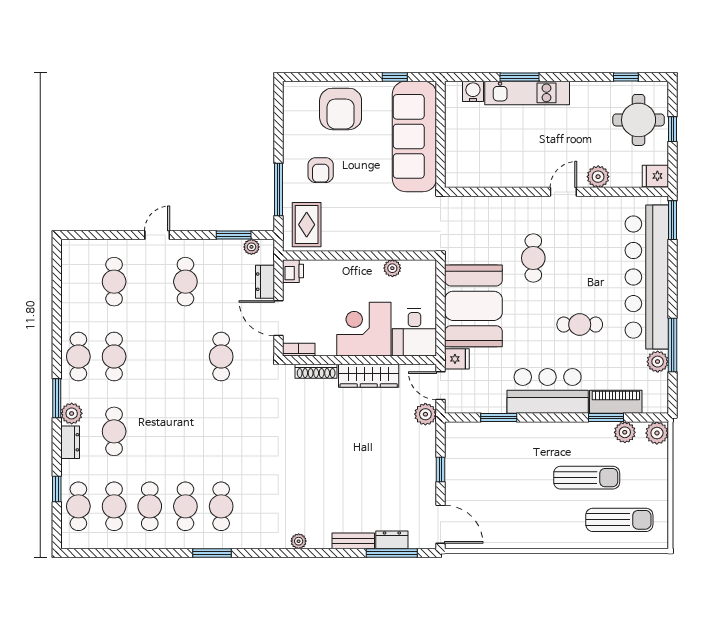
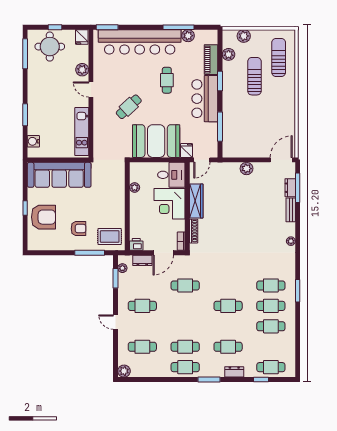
window: (395, 77) -> (25, 208), moved
window: (626, 77) -> (25, 54), width x2.17
kitchen unit: (527, 93) -> (82, 132), moved, turned 180
cafe table: (533, 258) -> (129, 107), turned -43
plant: (72, 413) -> (124, 371), moved
plant: (425, 414) -> (247, 169), moved
window: (499, 418) -> (220, 127), width x1.44
window: (606, 418) -> (220, 81), moved
plant: (657, 433) -> (244, 36), moved
window: (441, 470) -> (250, 160), removed
cafe table: (114, 506) -> (228, 306), moved

